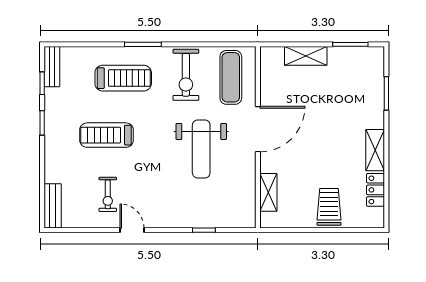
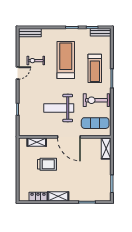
shelving: (306, 56) -> (106, 149), moved
treadmill: (107, 135) -> (66, 60), width x1.37, depth x1.38
trolley: (329, 207) -> (47, 164), moved

